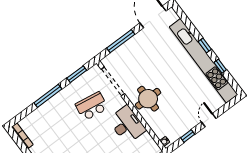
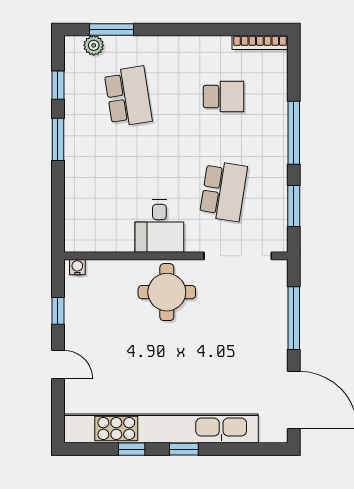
desk: (127, 125) -> (159, 226), width x0.73
school desk: (54, 134) -> (223, 97), added

